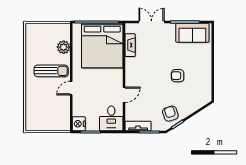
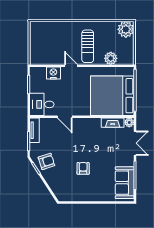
plant: (130, 28) -> (129, 122), added
plant: (34, 31) -> (126, 29), added
nightstand: (79, 124) -> (53, 73), moved

